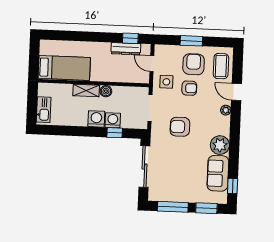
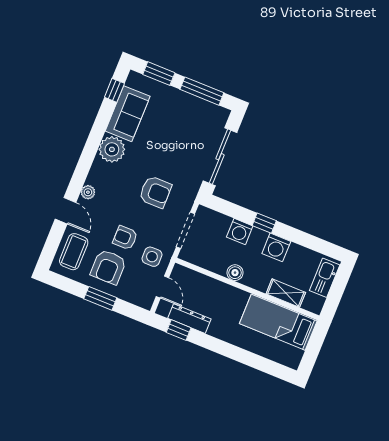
shelving: (86, 90) -> (286, 293), moved
washing machine: (96, 119) -> (276, 247), moved
window: (115, 133) -> (264, 223), moved

